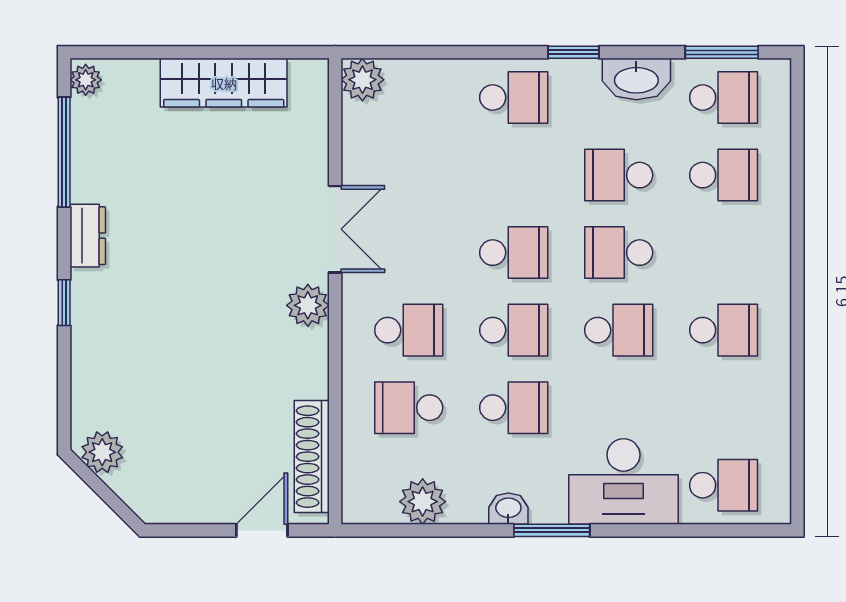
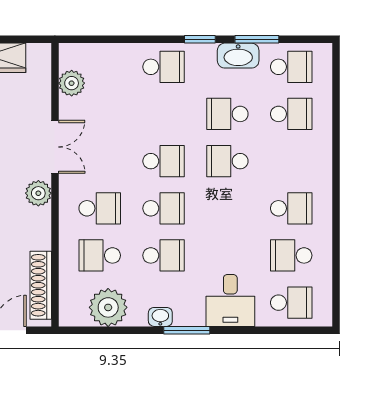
window: (722, 52) -> (257, 39), moved
plant: (362, 80) -> (72, 83), moved
school desk: (619, 330) -> (291, 255), moved, turned 180
desk: (623, 482) -> (230, 300), width x0.73
plant: (423, 502) -> (108, 307), width x1.36, depth x1.36

